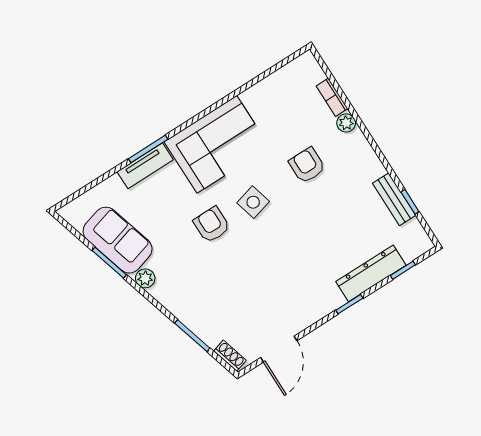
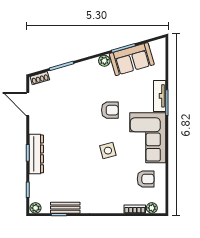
plant: (346, 123) -> (152, 208), moved
armchair: (307, 165) -> (146, 179), moved
side table: (253, 202) -> (108, 151), moved
plant: (422, 242) -> (36, 208), added
dresser: (371, 273) -> (36, 154), moved

